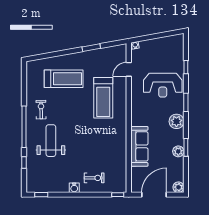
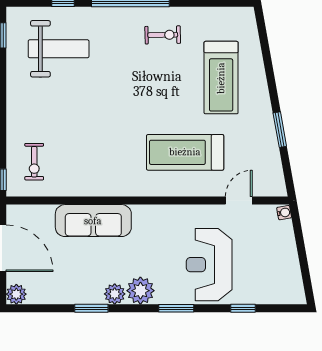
door: (129, 69) -> (239, 201), hinge flipped
weight bench: (51, 141) -> (59, 49), moved
plant: (178, 151) -> (115, 294), moved
exercise bike: (94, 178) -> (34, 162), moved
water cooler: (74, 188) -> (15, 97), removed

